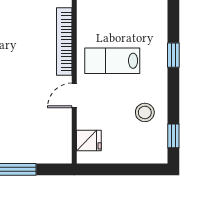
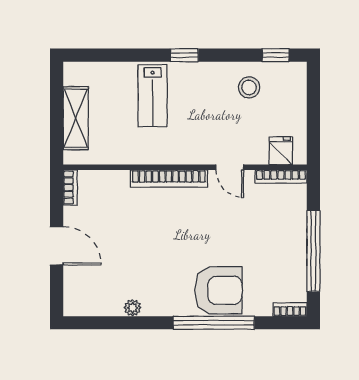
lab bench: (112, 61) -> (153, 96), moved
bookcase: (66, 141) -> (281, 177), added

